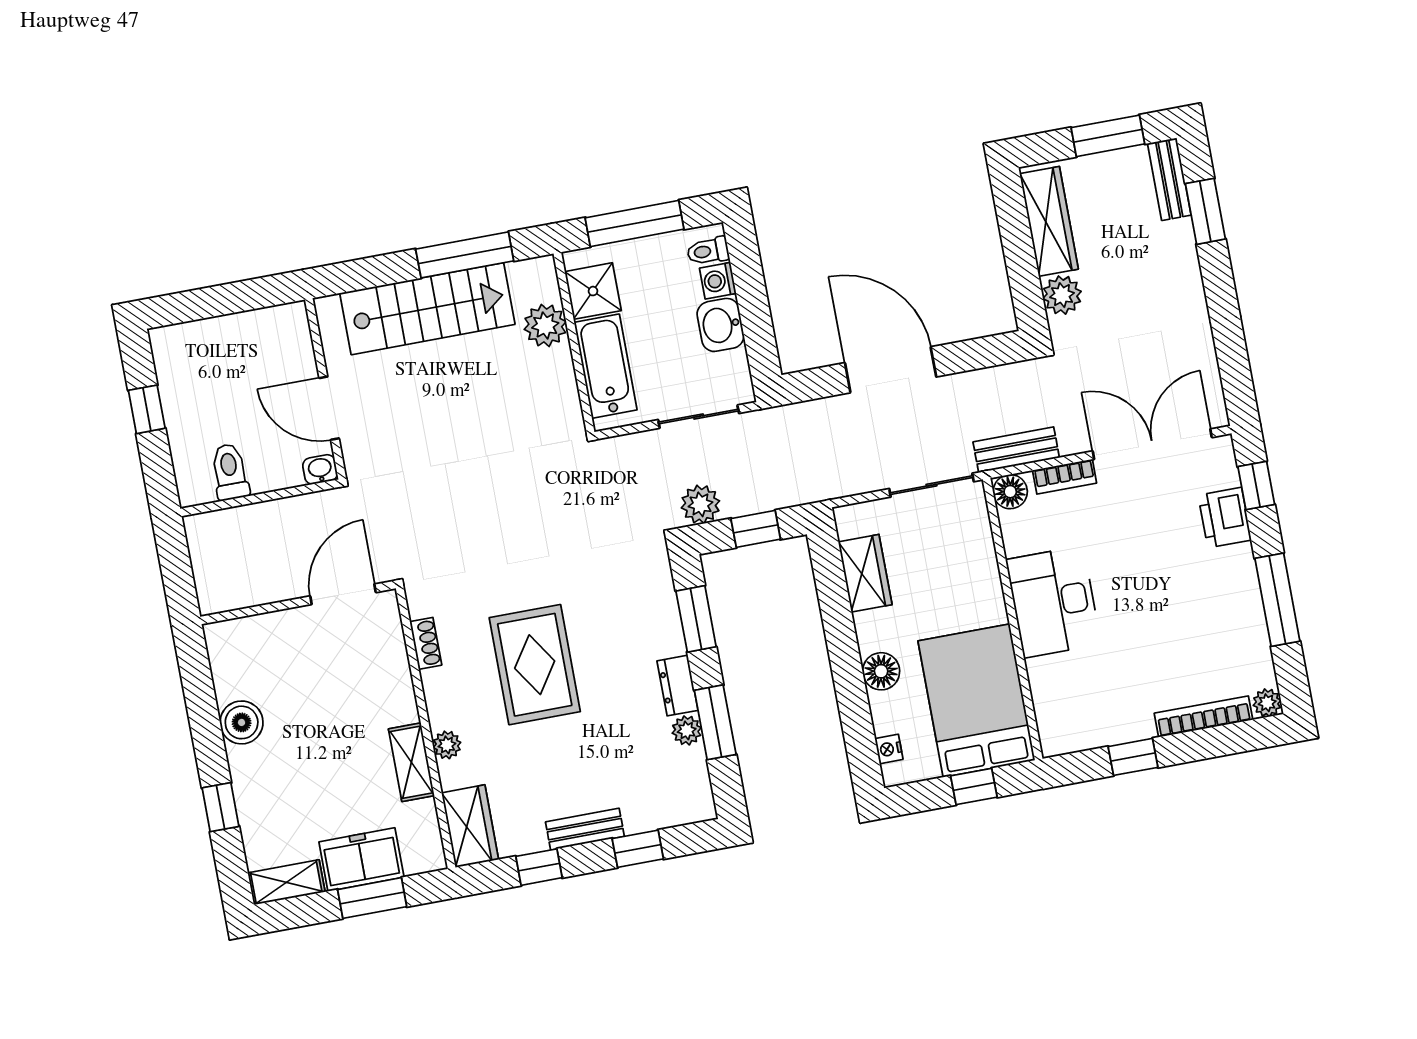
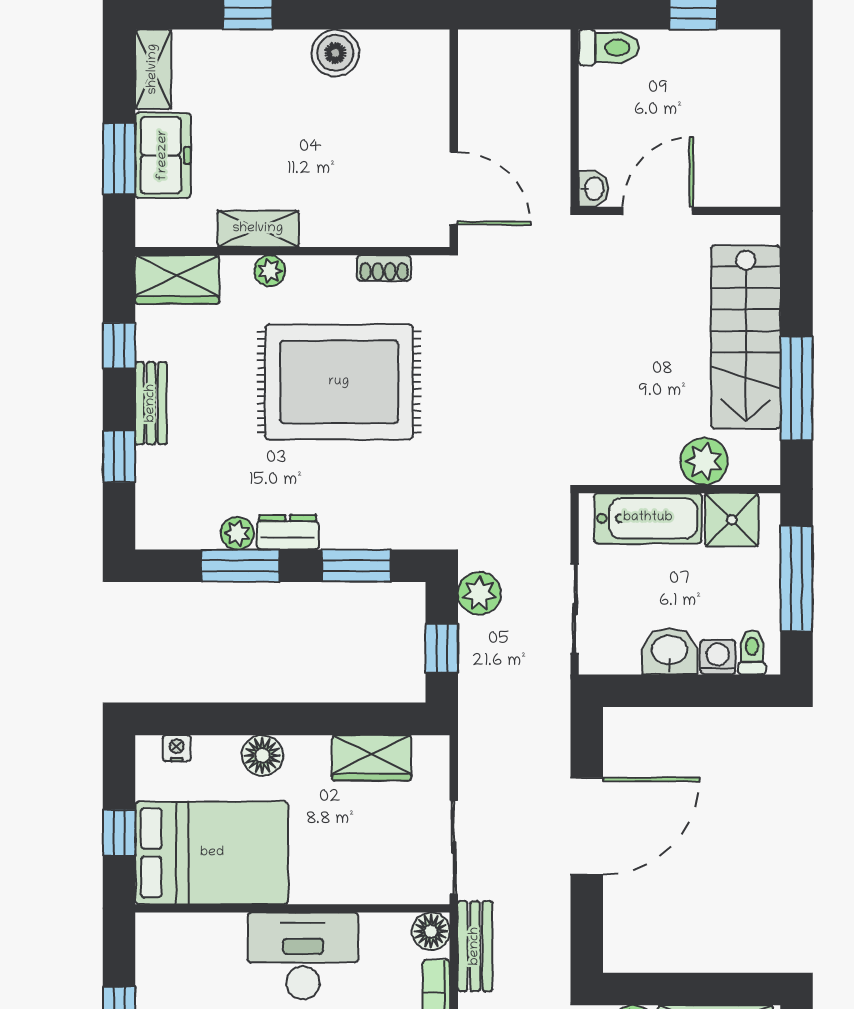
toilet: (230, 472) -> (609, 48), moved
rug: (535, 665) -> (339, 382), width x1.37, depth x1.44

